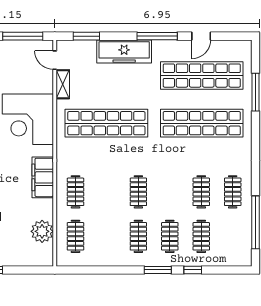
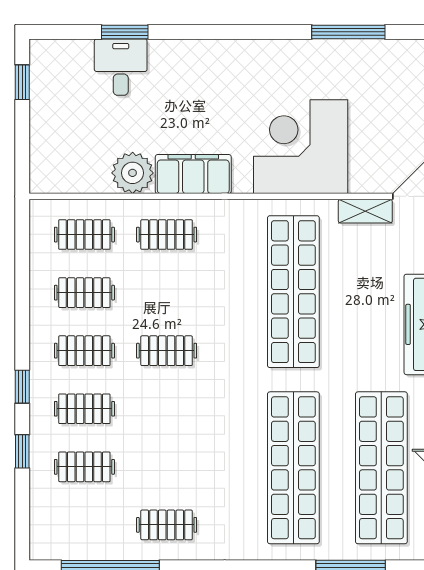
clothes rail: (201, 192) -> (84, 293), moved
plant: (42, 231) -> (133, 173), moved
window: (158, 270) -> (22, 387), width x0.67

